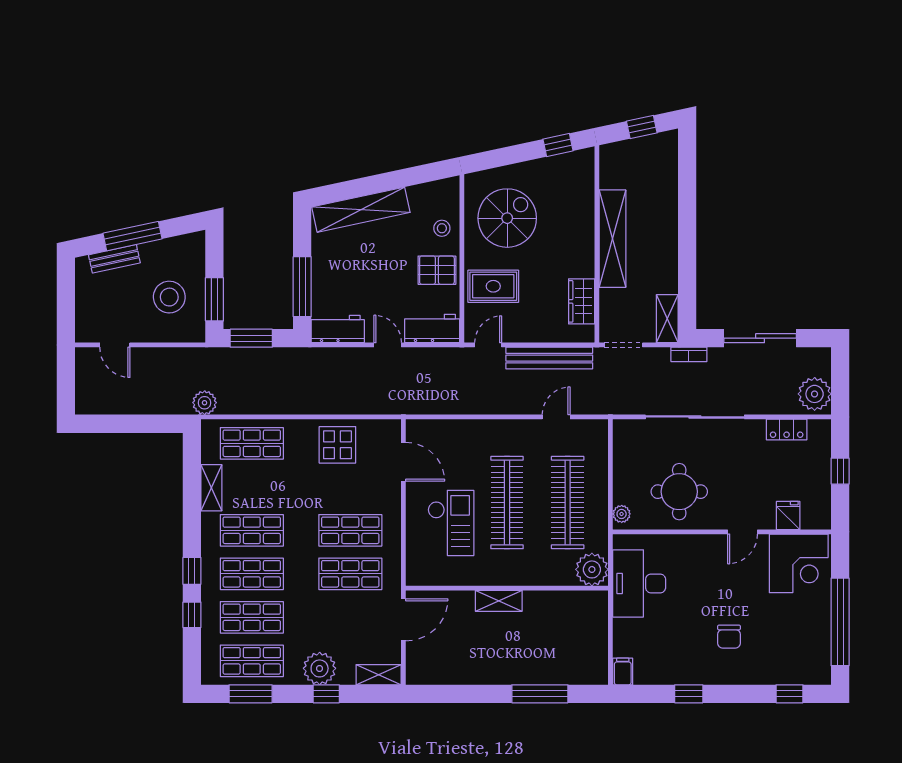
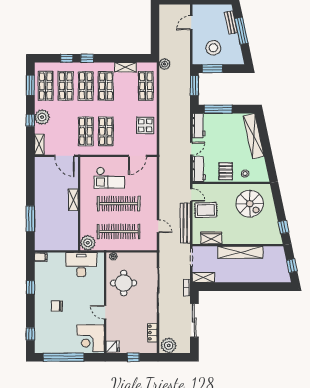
rug: (493, 286) -> (206, 210), moved, turned 90
fridge: (788, 515) -> (113, 346), moved

